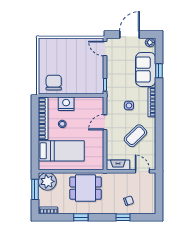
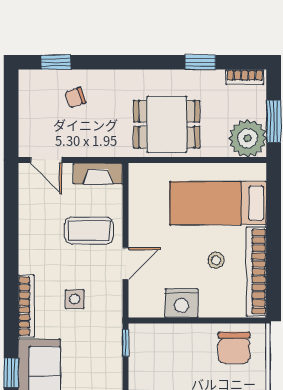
nightstand: (66, 104) -> (181, 303), moved
coffee table: (135, 136) -> (89, 231), moved, turned 44
window: (81, 217) -> (200, 62), moved
window: (123, 217) -> (56, 62), moved

